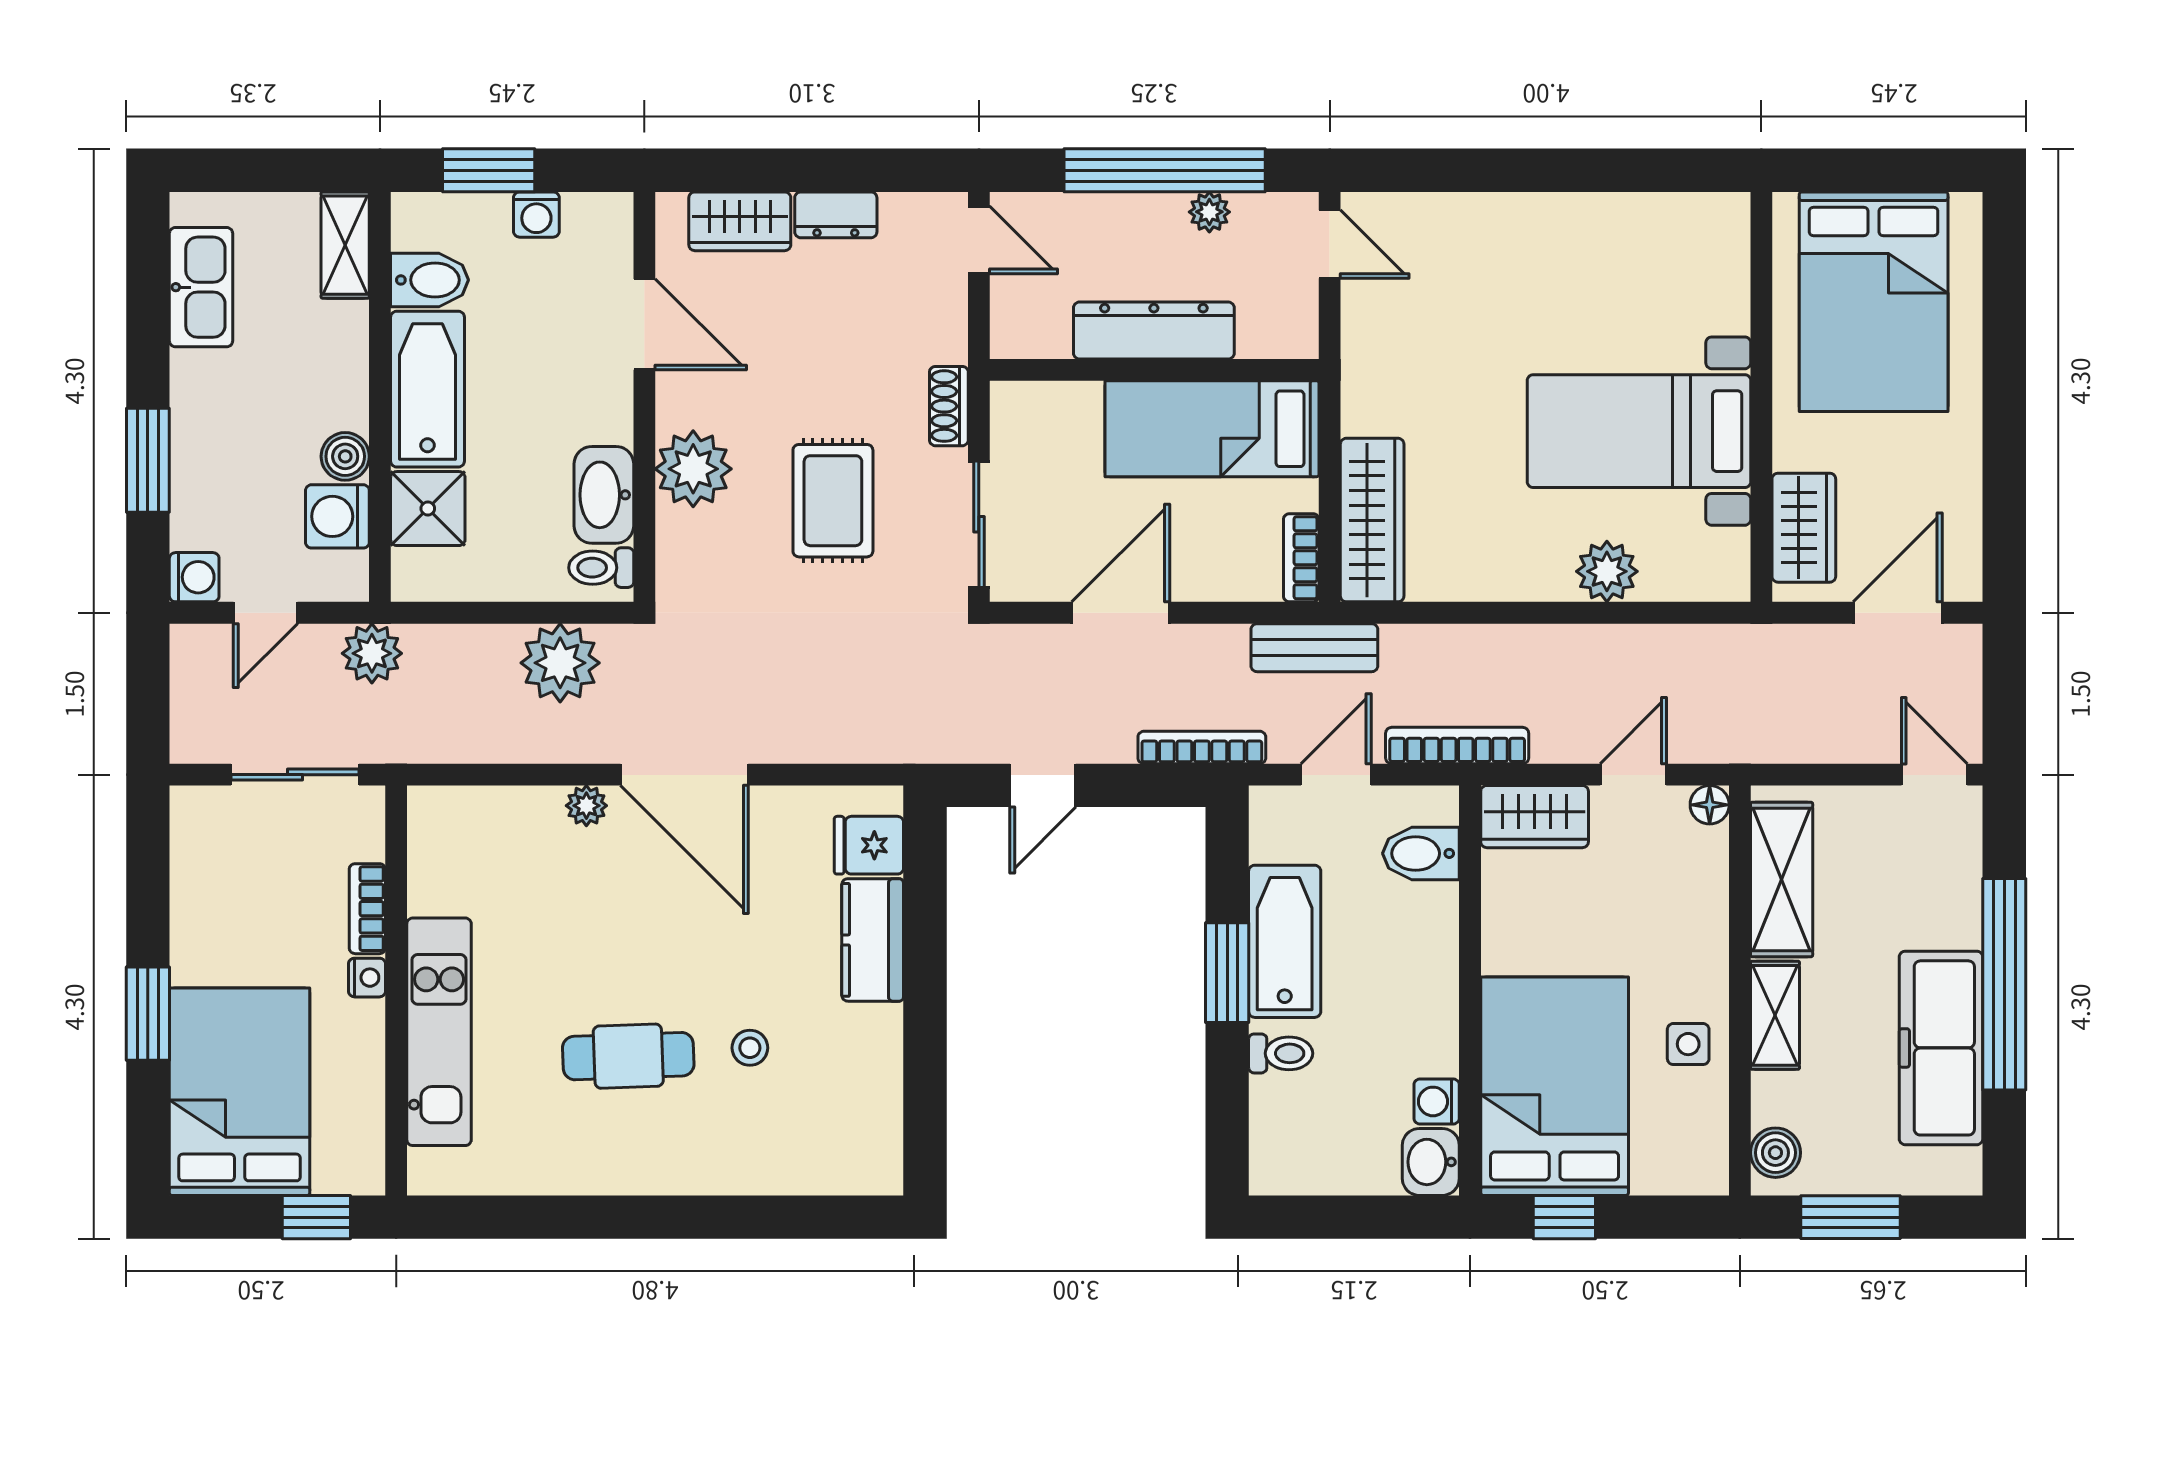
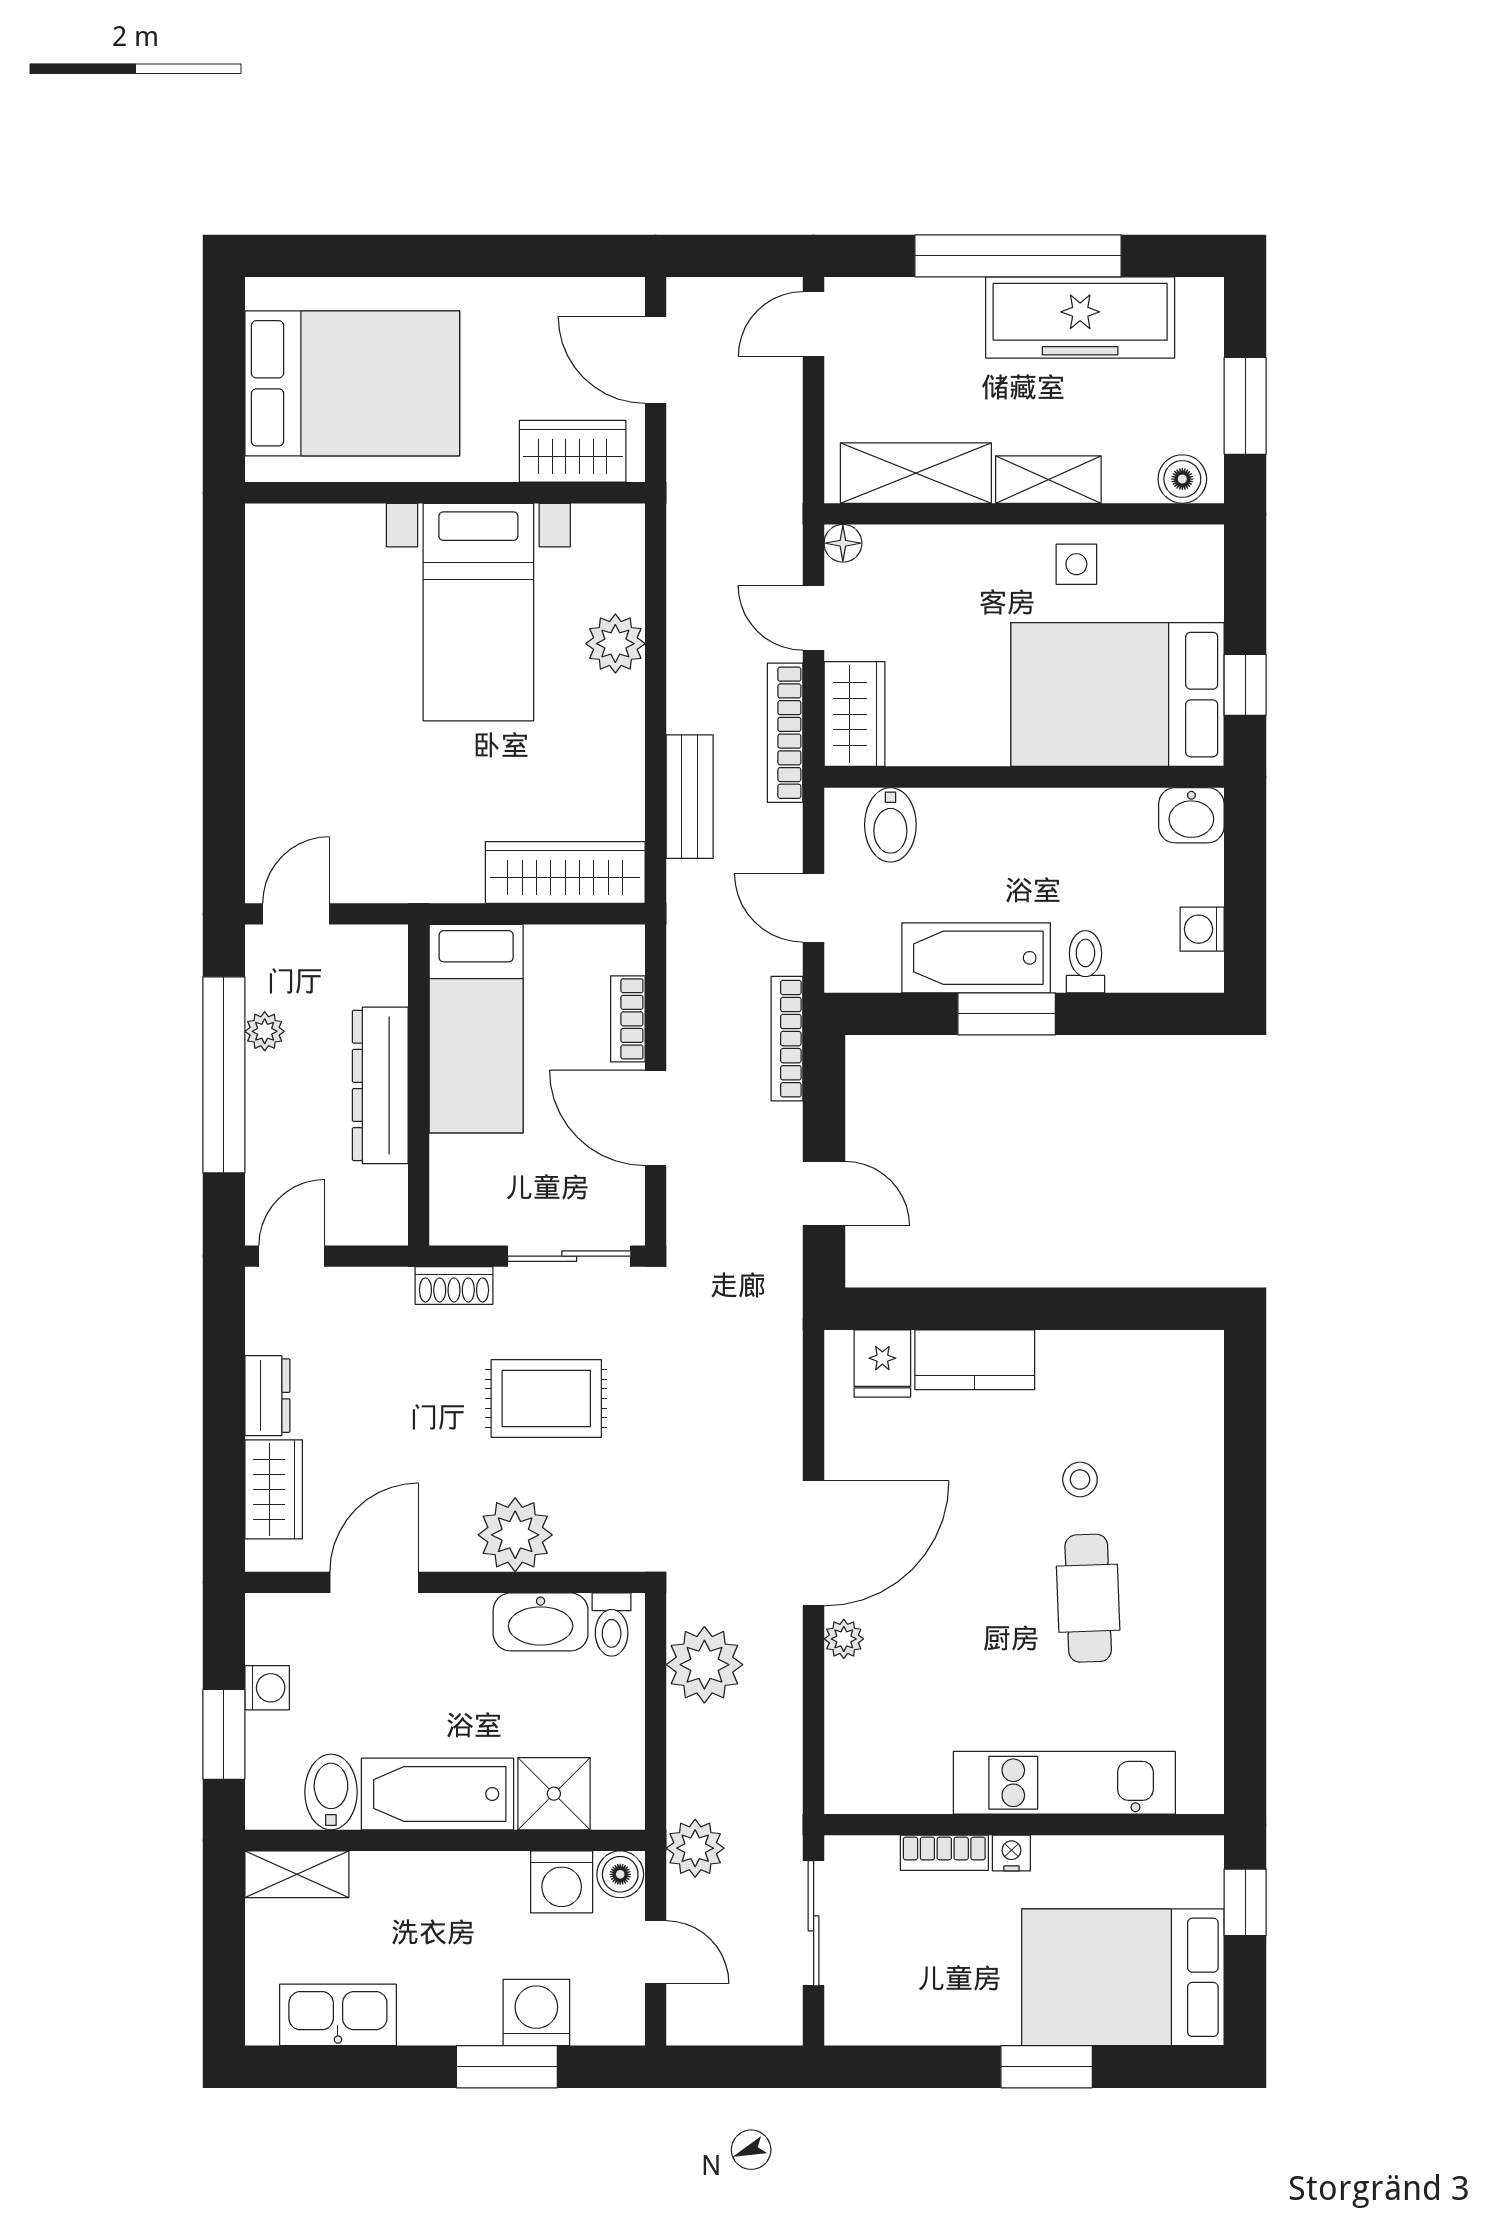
boiler: (345, 456) -> (620, 1874), moved
bookcase: (1301, 558) -> (628, 1019), moved, turned 90
washing machine: (194, 577) -> (536, 2012), moved, width x1.38, depth x1.38
bench: (1314, 648) -> (690, 797), moved
bookcase: (1457, 746) -> (785, 733), moved
washing machine: (1437, 1101) -> (1202, 929), moved, turned 90

